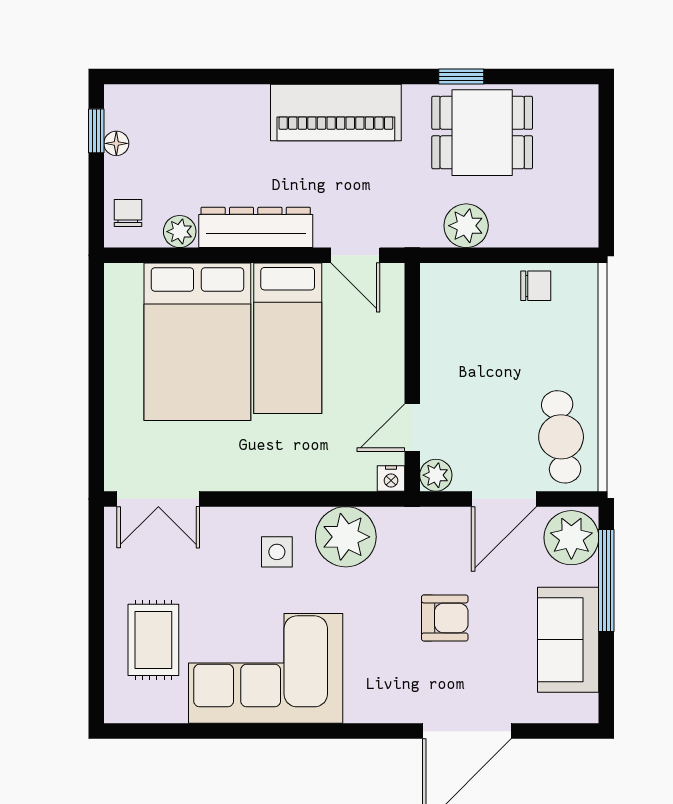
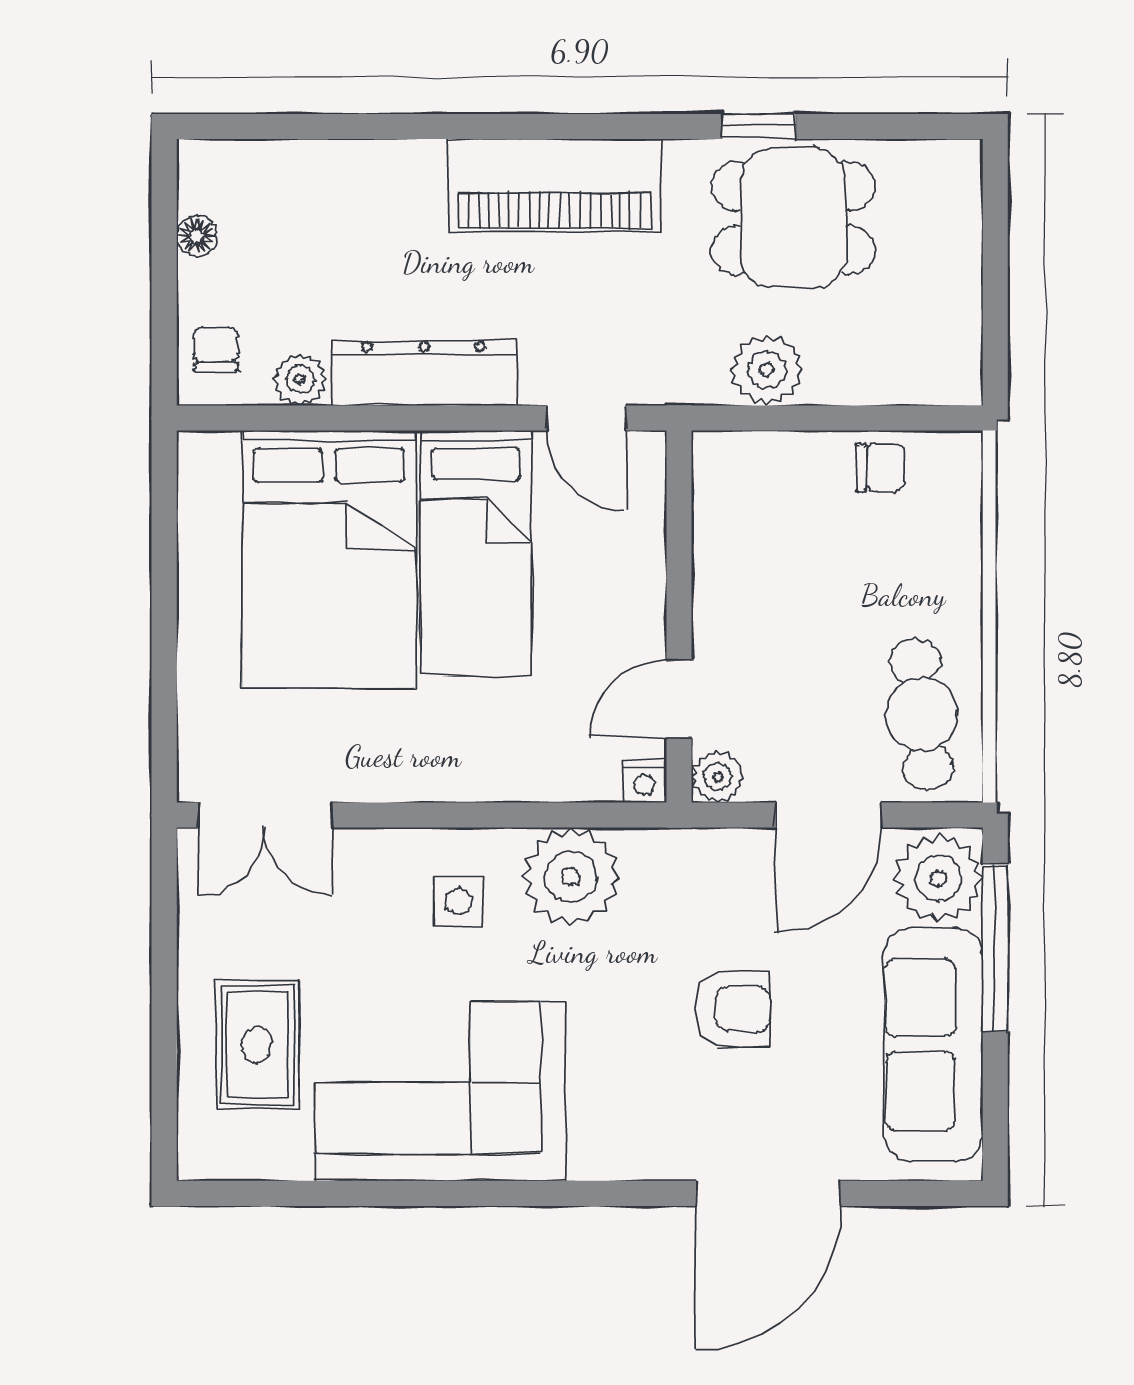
window: (96, 131) -> (164, 215), removed
sofa: (568, 640) -> (933, 1045), width x1.36

